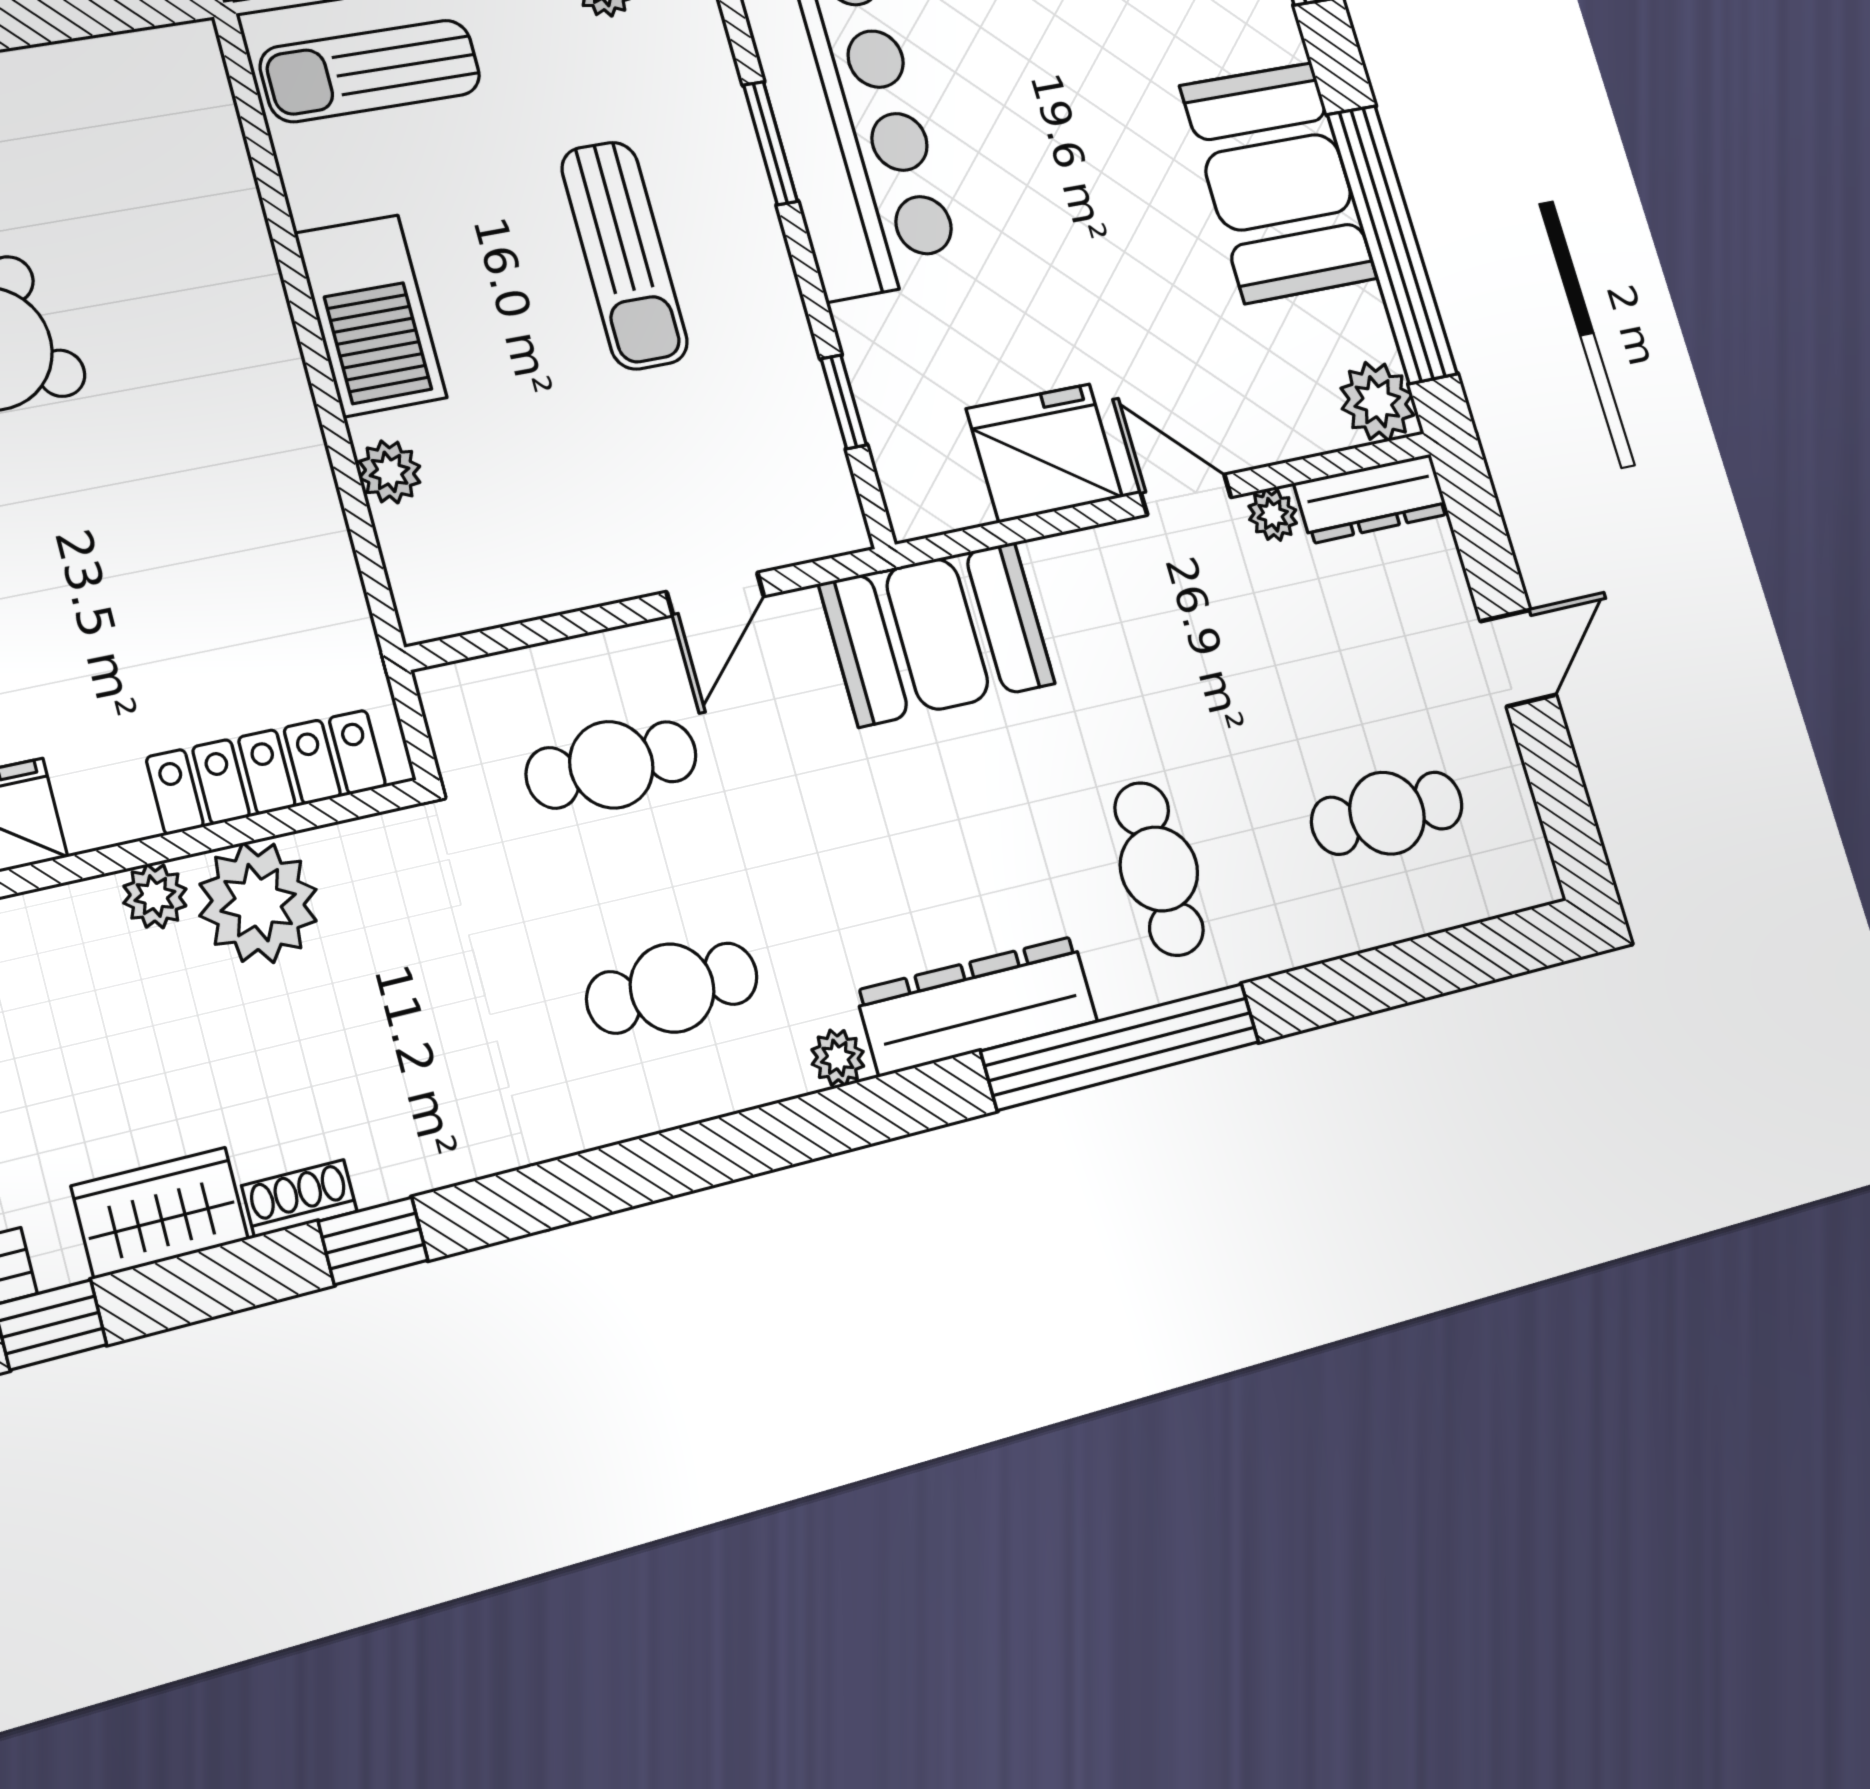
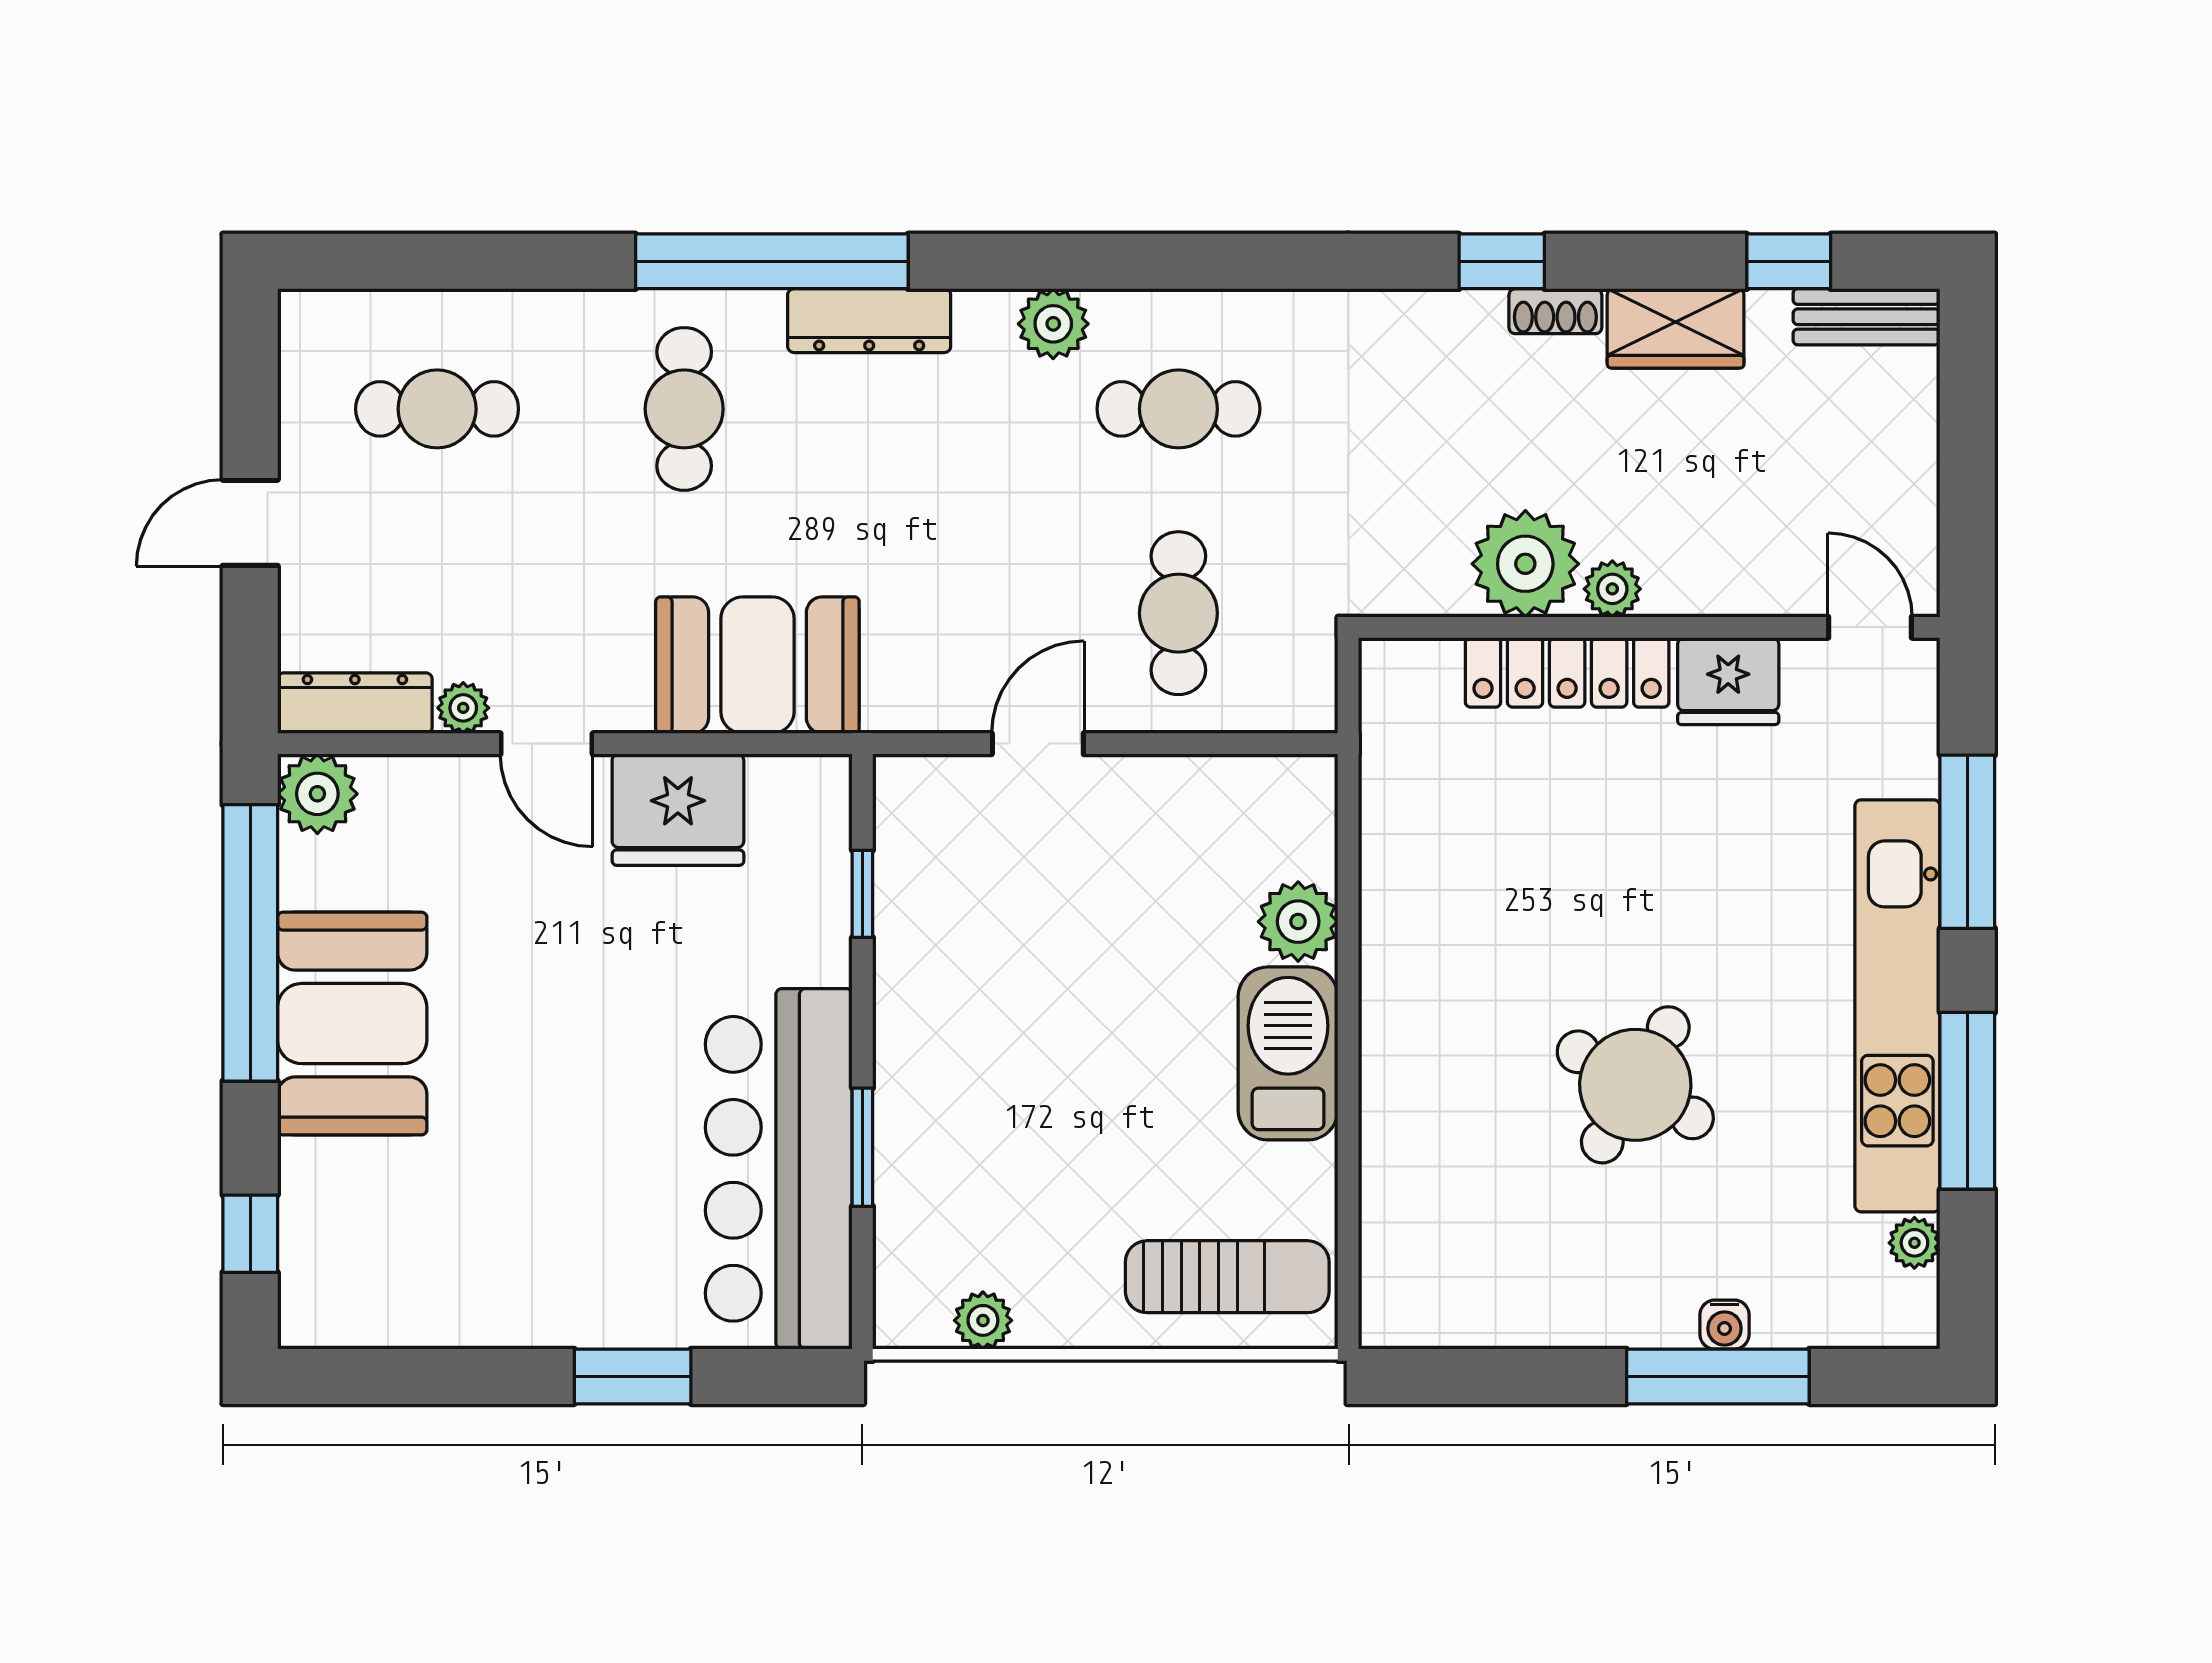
sun lounger: (624, 255) -> (1035, 1067), removed
plant: (390, 472) -> (1298, 922), width x1.38, depth x1.38
booth: (937, 634) -> (757, 665), moved
cafe table: (611, 765) -> (1178, 613), turned 90
locker: (267, 772) -> (1567, 672), moved
dresser: (977, 1006) -> (869, 321), width x0.73, depth x0.80
plant: (838, 1058) -> (1053, 324), width x1.38, depth x1.38

